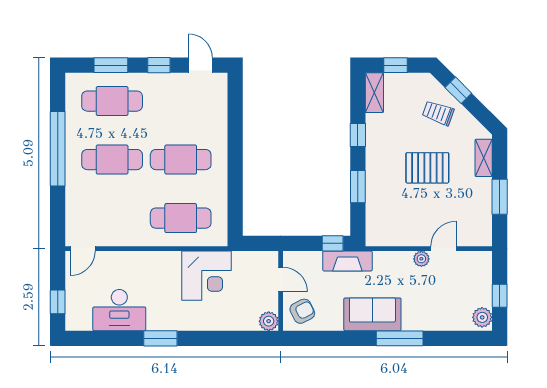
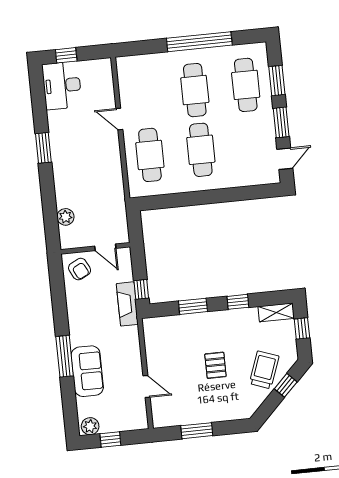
window: (159, 65) -> (281, 122), width x1.50
trolley: (438, 113) -> (264, 370), width x1.36, depth x1.39
shelving: (484, 158) -> (229, 413), removed
pallet: (427, 168) -> (215, 365), width x0.67, depth x0.71
door: (83, 249) -> (119, 119), moved
plant: (421, 259) -> (136, 368), removed
corner desk: (207, 276) -> (102, 183), removed
door: (281, 279) -> (105, 247), hinge flipped
desk: (119, 310) -> (62, 85), moved
sofa: (372, 314) -> (87, 371), moved
plant: (269, 321) -> (65, 217), moved

